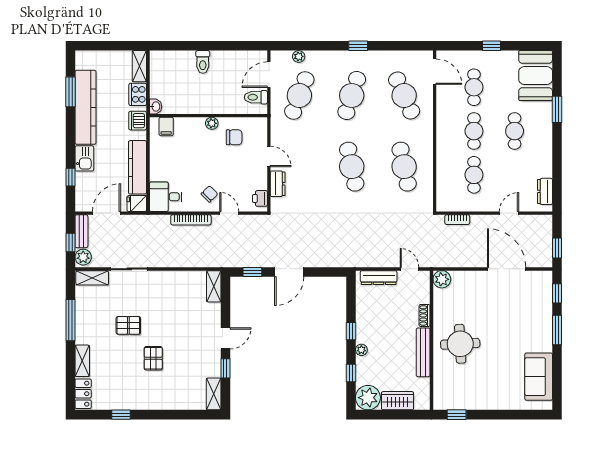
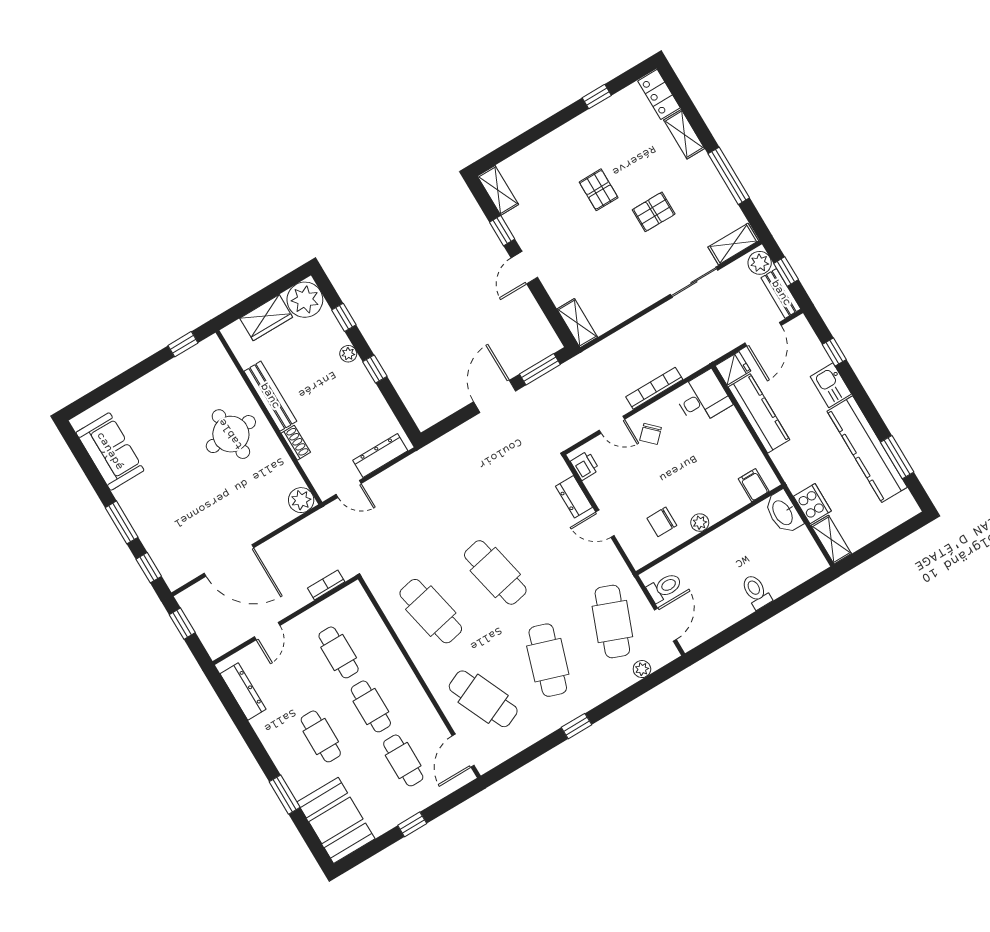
door: (435, 72) -> (463, 751), hinge flipped
washbasin: (156, 107) -> (783, 512), width x1.91, depth x1.45
dishwasher: (138, 121) -> (793, 471), removed
dresser: (545, 191) -> (243, 692), width x1.44
window: (252, 272) -> (540, 369), width x1.50

